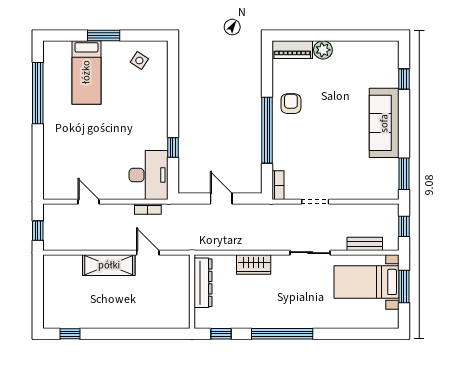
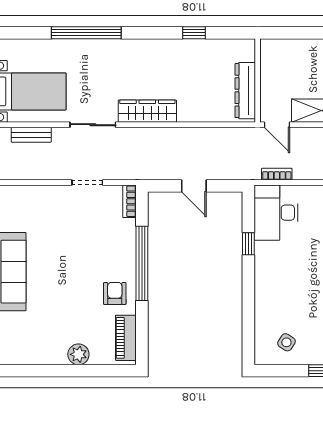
piano: (292, 50) -> (126, 338), moved, turned -90
armchair: (291, 104) -> (115, 293), turned 180
wardrobe: (254, 265) -> (147, 111), width x1.50
dresser: (203, 283) -> (245, 91), moved
wall: (192, 292) -> (258, 80), moved
window: (282, 334) -> (86, 33), moved

